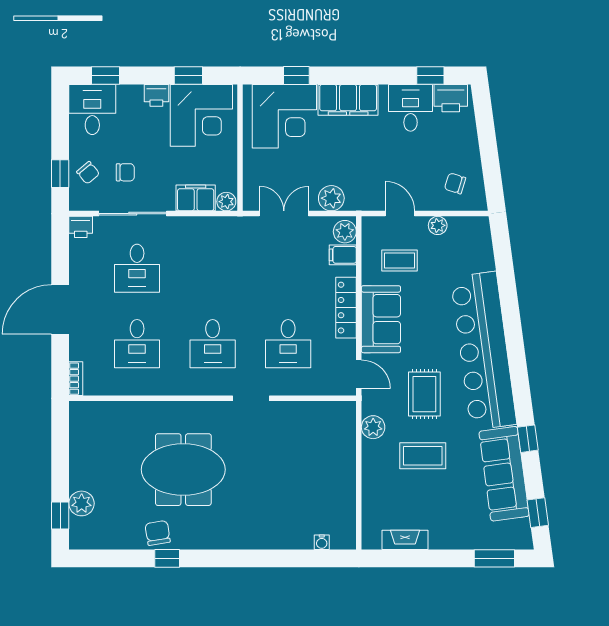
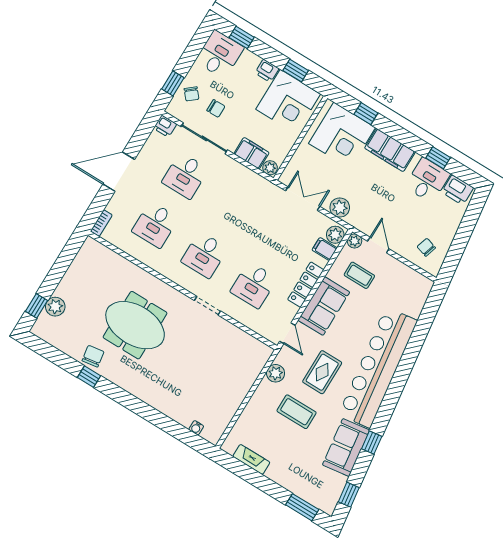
window: (430, 75) -> (438, 158), moved
plant: (438, 225) -> (355, 241), moved
sofa: (504, 474) -> (346, 448), width x0.73

